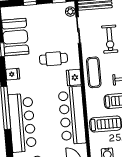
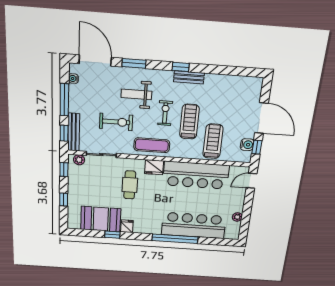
fridge: (13, 74) -> (127, 226), moved

